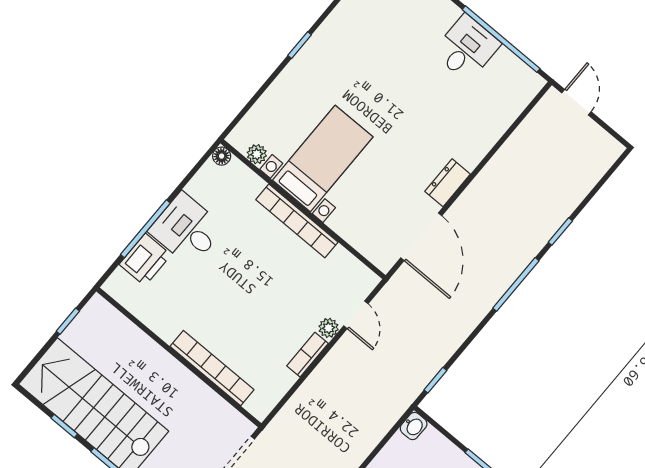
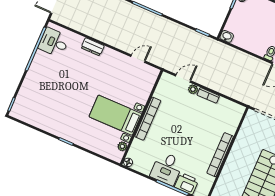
desk: (467, 48) -> (54, 42), moved
dresser: (448, 183) -> (93, 47), moved
door: (421, 237) -> (138, 59), width x0.53
bookcase: (212, 368) -> (220, 155), moved

